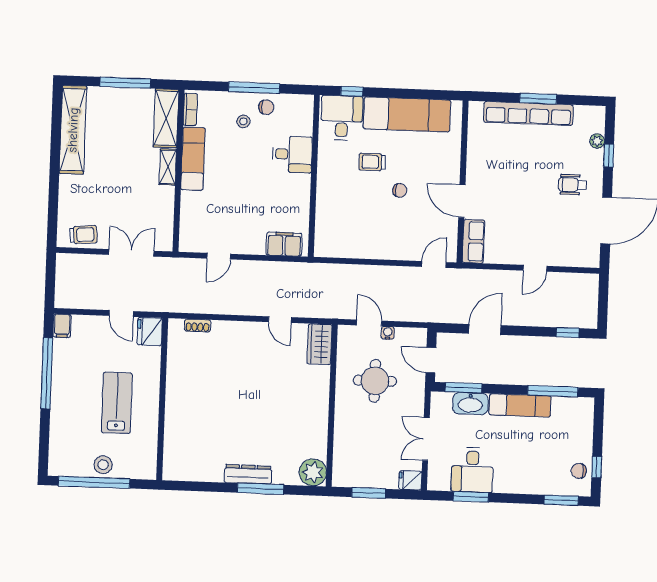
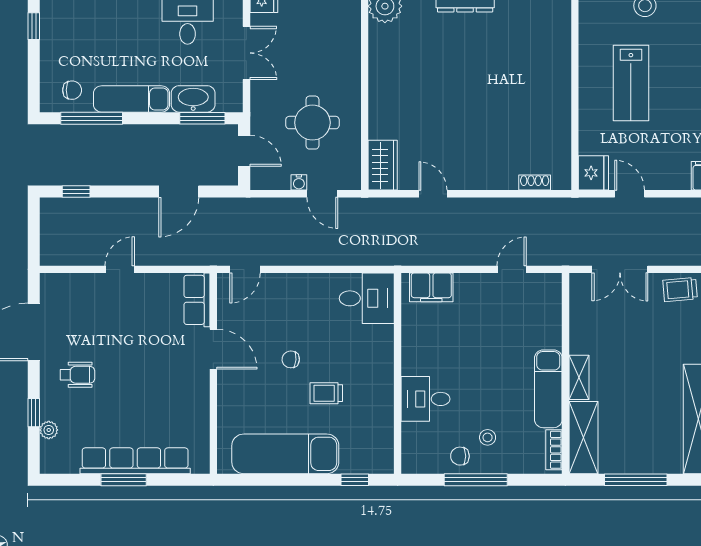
desk: (342, 118) -> (367, 298), moved, turned -90
trolley: (372, 162) -> (326, 393), turned 180
chair: (579, 471) -> (72, 90), moved

